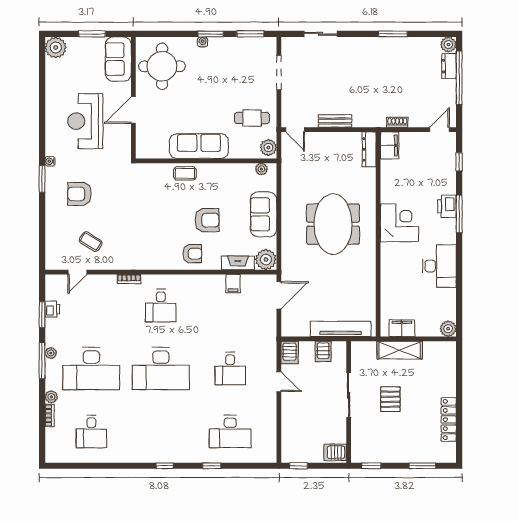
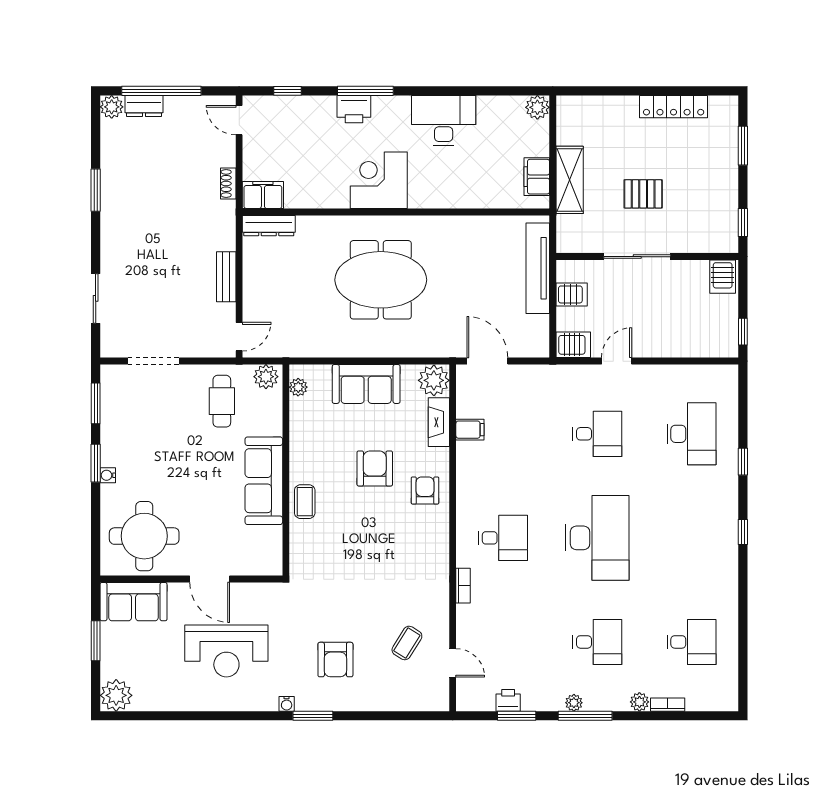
desk: (91, 369) -> (597, 642), width x0.53, depth x0.77

